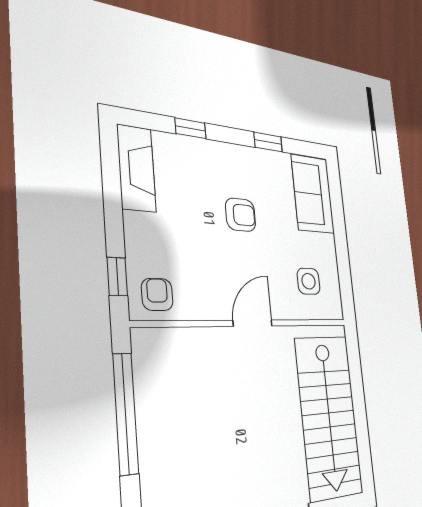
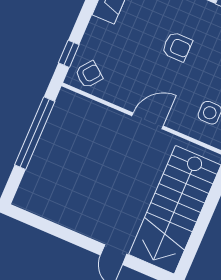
armchair: (157, 294) -> (89, 74), turned 38

